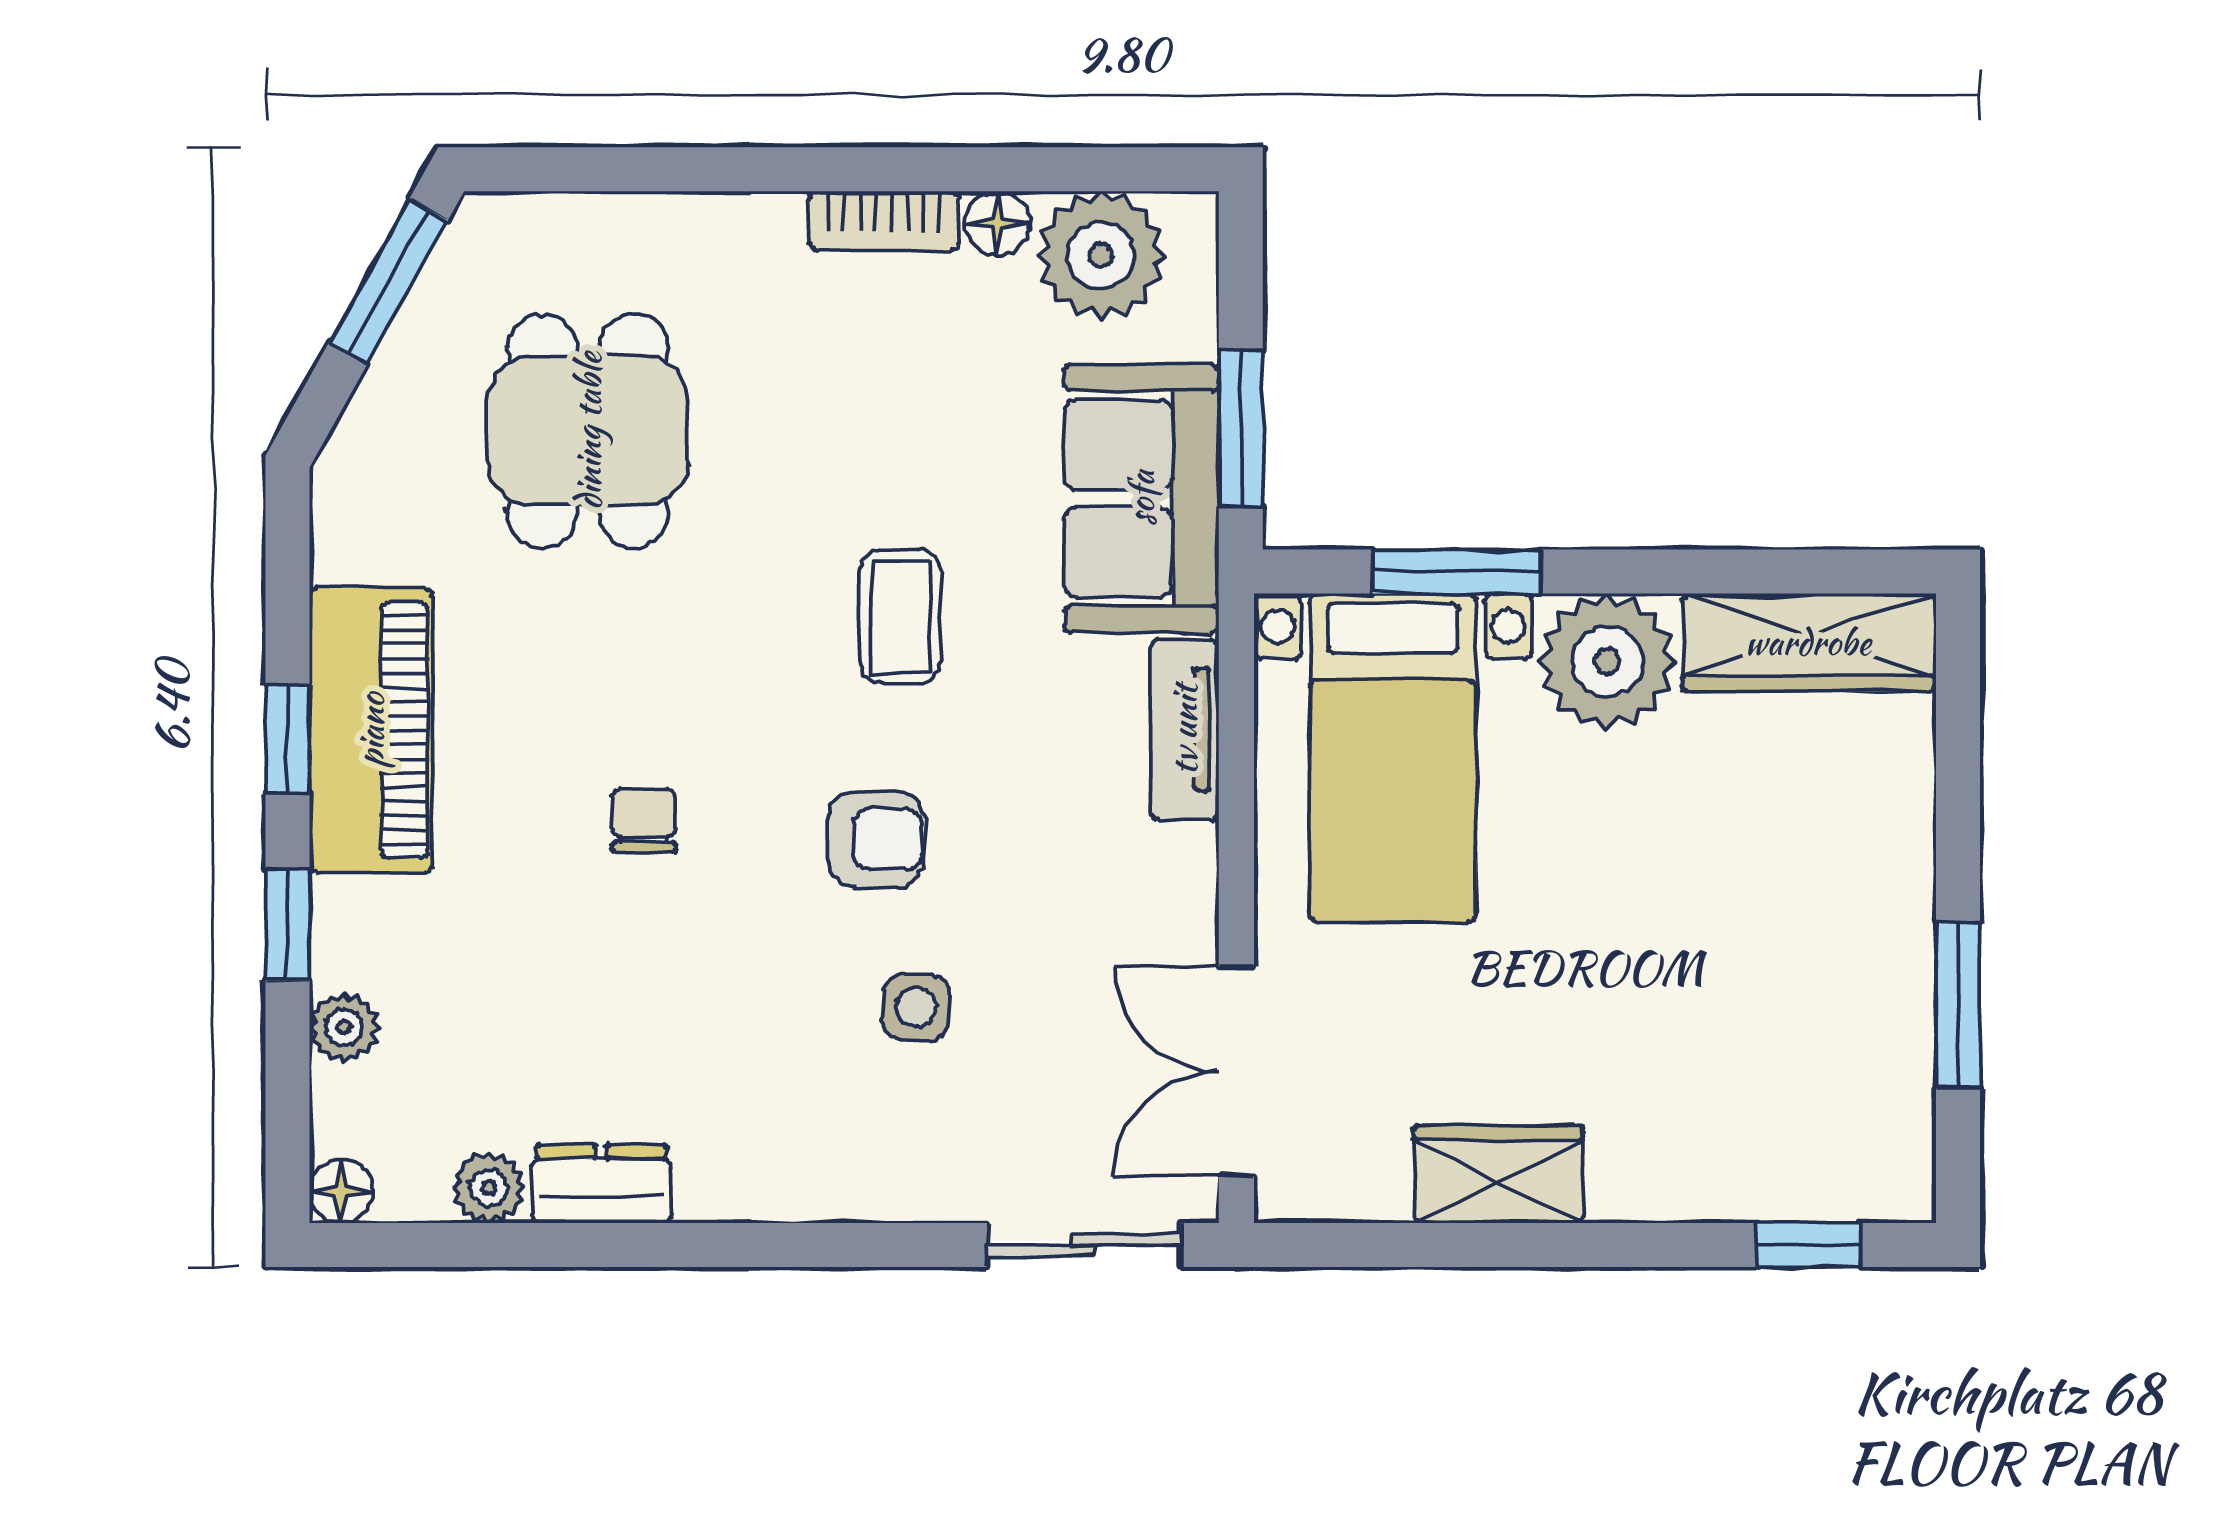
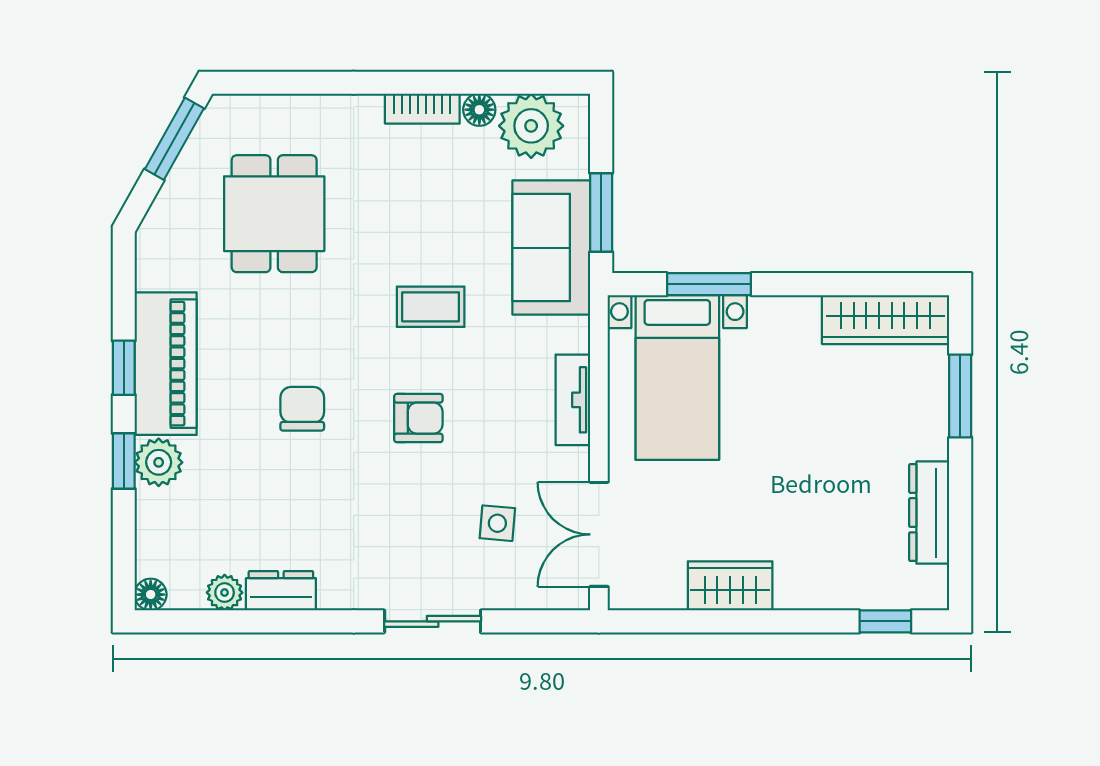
coffee table: (900, 617) -> (431, 307), turned 90
plant: (1607, 661) -> (784, 329), removed
tv unit: (1184, 730) -> (573, 400), moved
chair: (644, 820) -> (302, 409), width x1.37, depth x1.37
window: (1958, 1005) -> (960, 396), moved
side table: (916, 1007) -> (497, 523), moved
plant: (344, 1027) -> (159, 462), moved, width x1.38, depth x1.38
dresser: (1896, 1028) -> (929, 513), added
sliding door: (1084, 1245) -> (433, 621), moved

